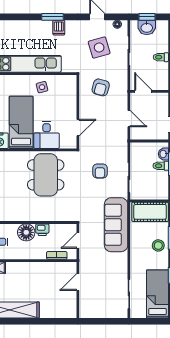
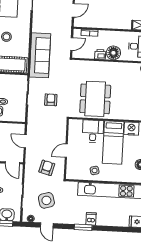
dishwasher: (59, 28) -> (91, 219), moved
door: (78, 128) -> (66, 151), moved

